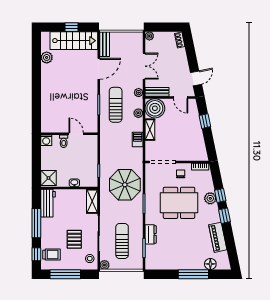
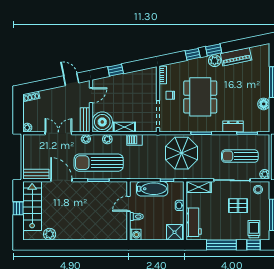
sun lounger: (116, 105) -> (99, 163), width x1.36, depth x1.34
bathtub: (90, 156) -> (152, 189), added
plant: (210, 198) -> (215, 61), moved
workbench: (48, 203) -> (194, 222), moved, turned 90
floor lamp: (210, 264) -> (264, 104), moved

